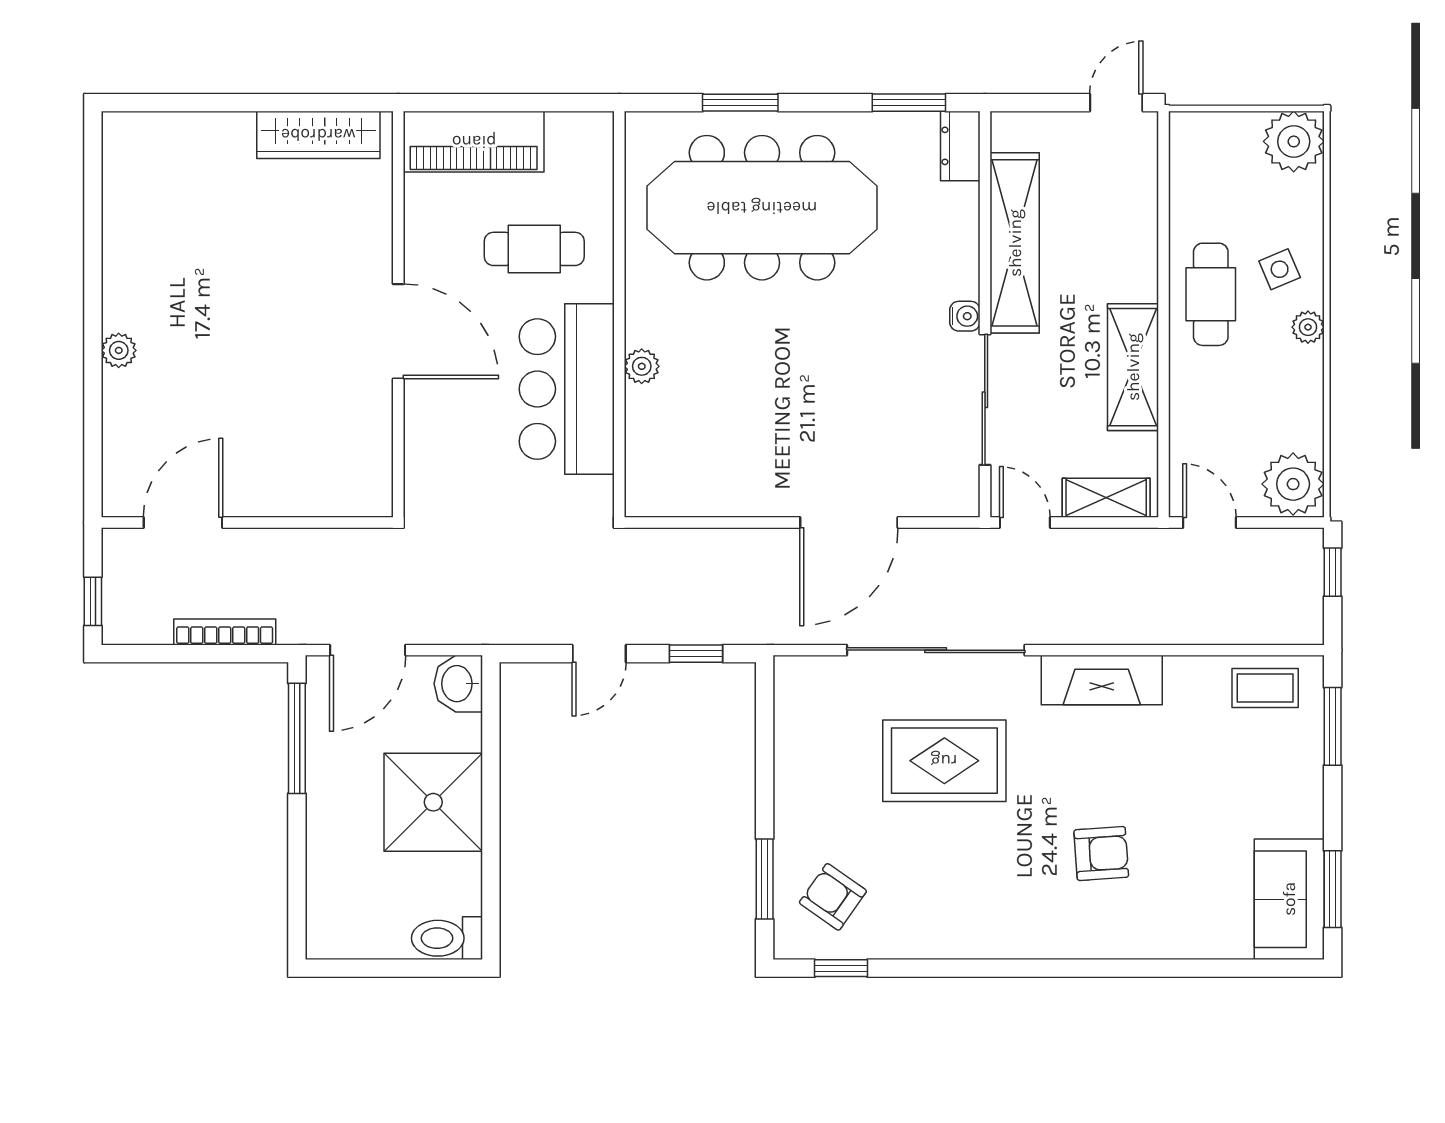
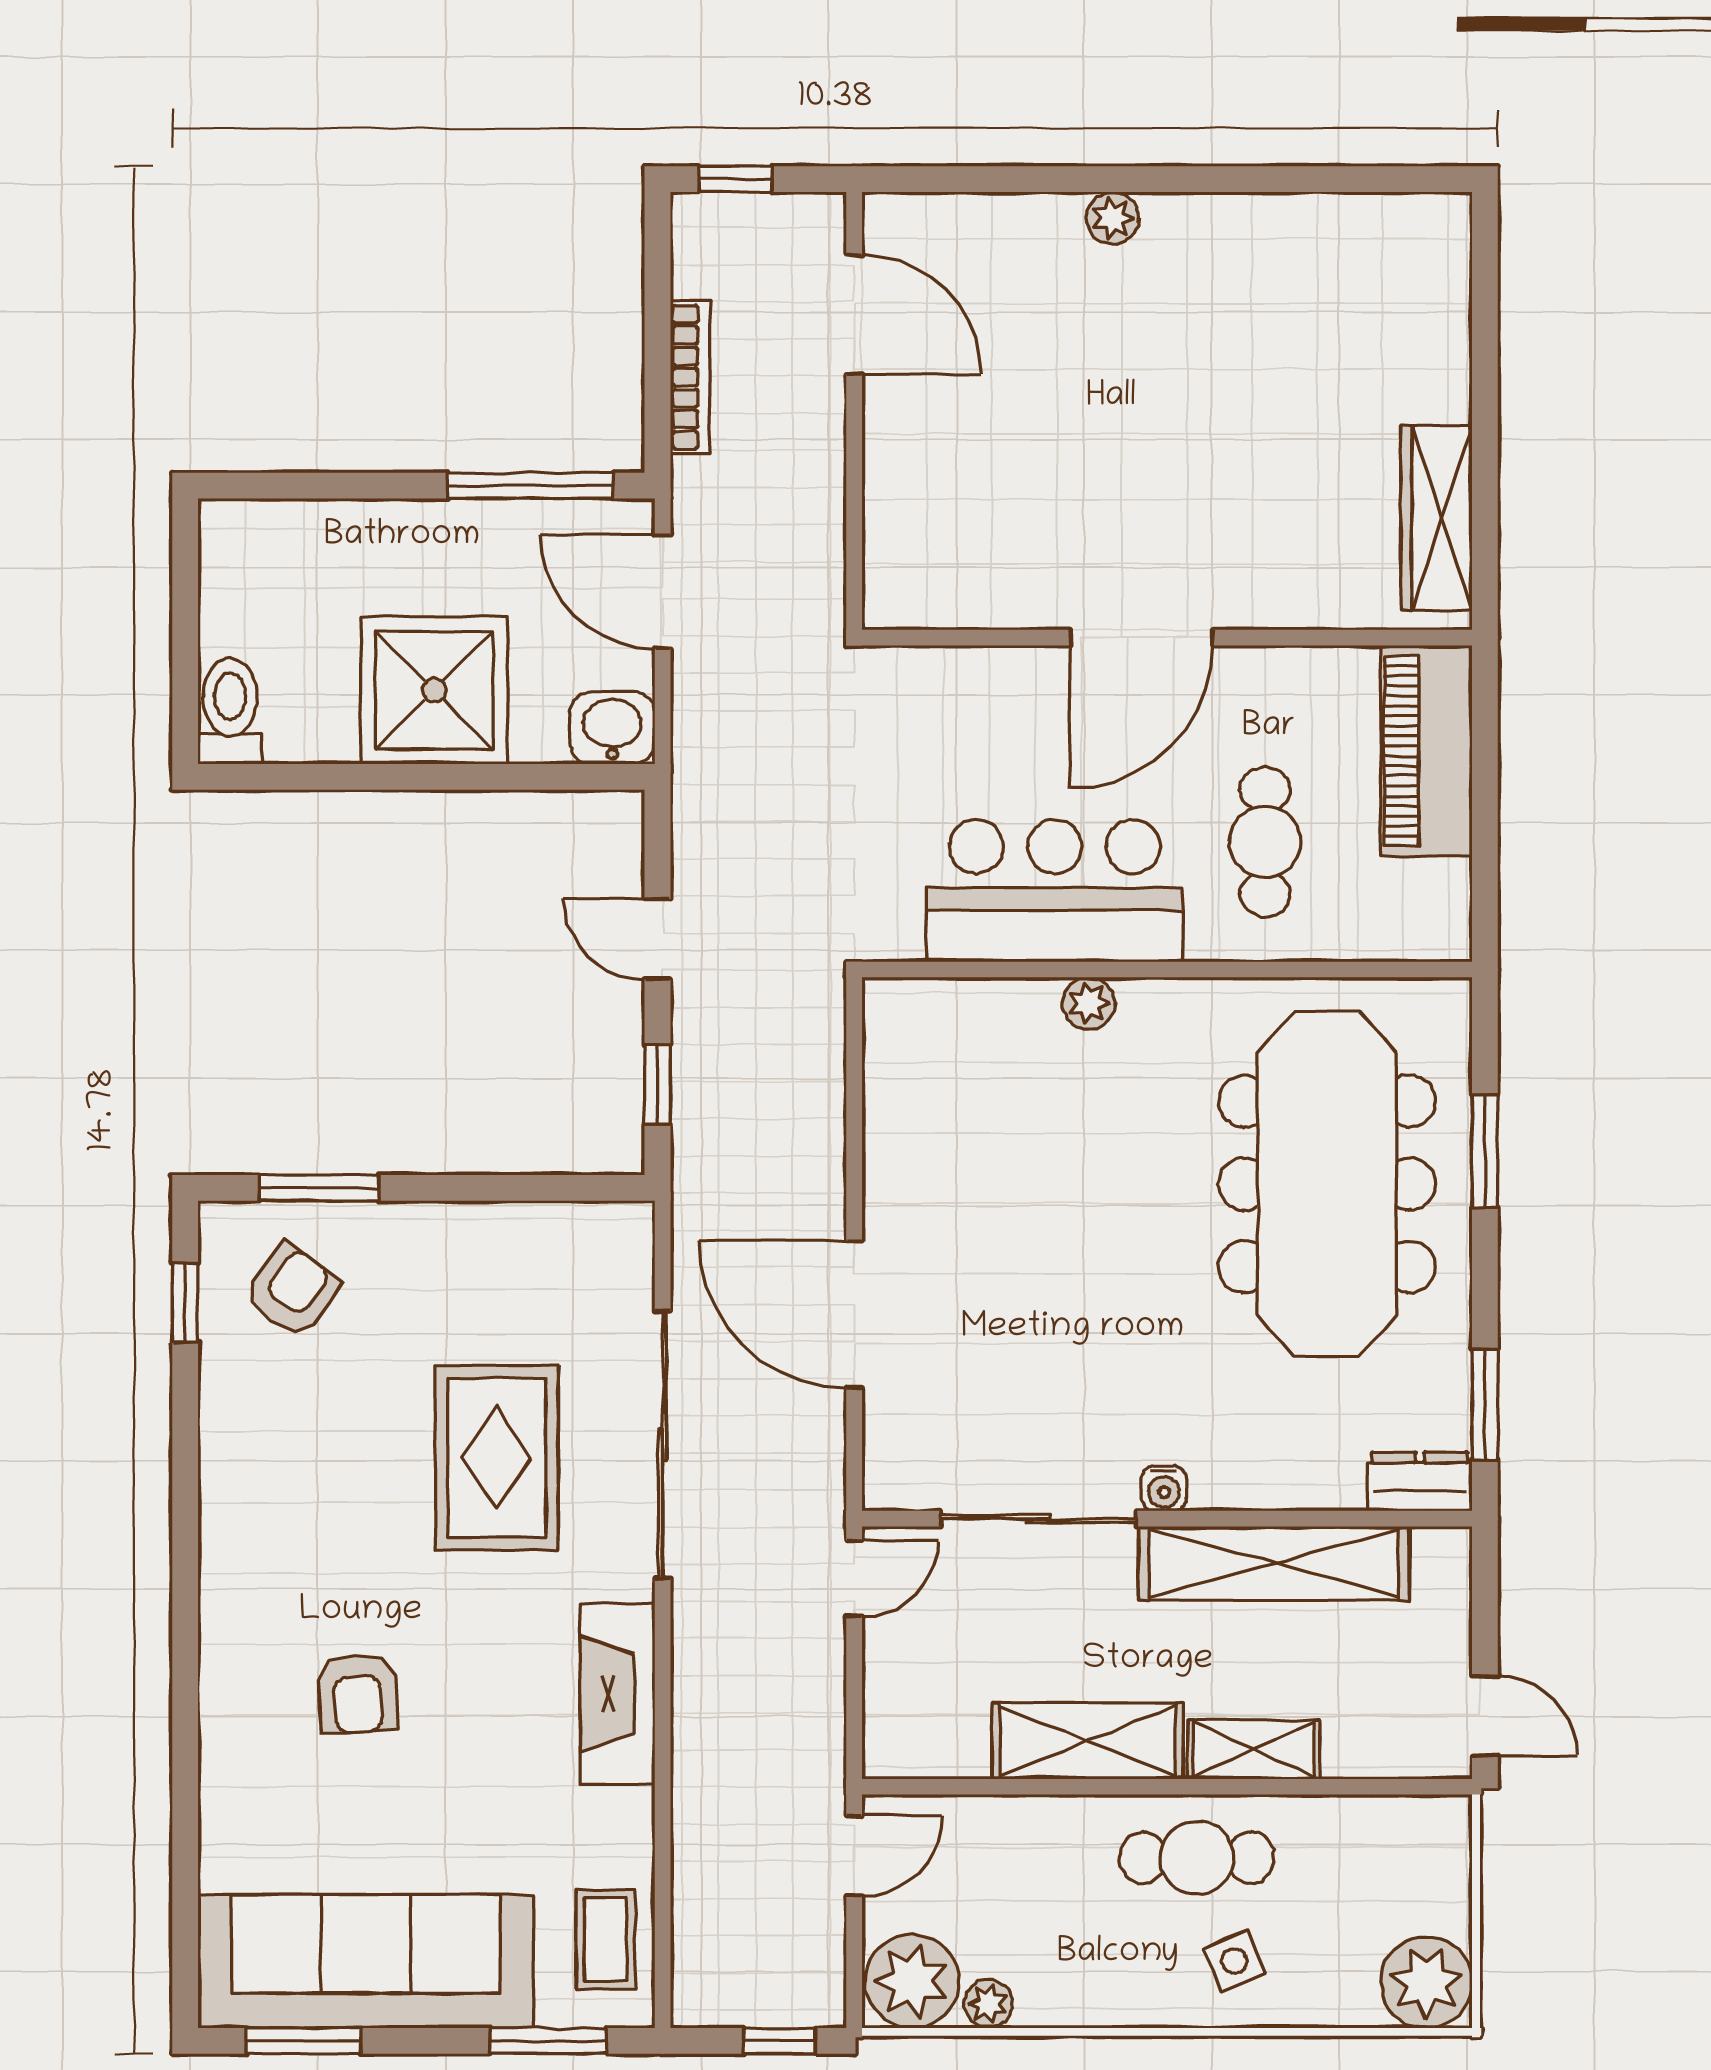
plant: (1308, 327) -> (988, 2004), moved
shelving: (1106, 498) -> (1254, 1750), moved, turned 90
sofa: (1289, 899) -> (366, 1961), width x1.85, depth x1.27

